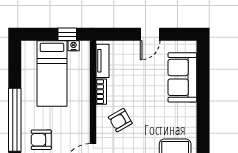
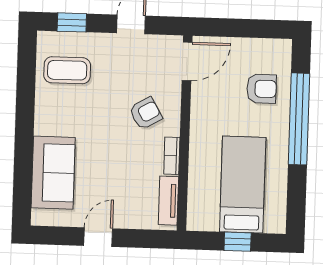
window: (67, 34) -> (238, 242), moved
nightstand: (74, 46) -> (210, 224), removed

